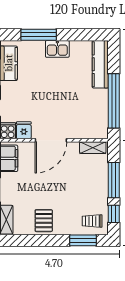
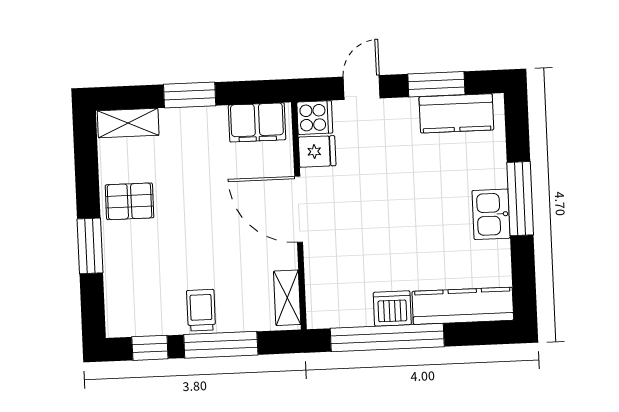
window: (39, 35) -> (520, 199), moved
dishwasher: (100, 98) -> (392, 308), added
trolley: (92, 221) -> (201, 310), moved
window: (83, 240) -> (90, 246), moved

